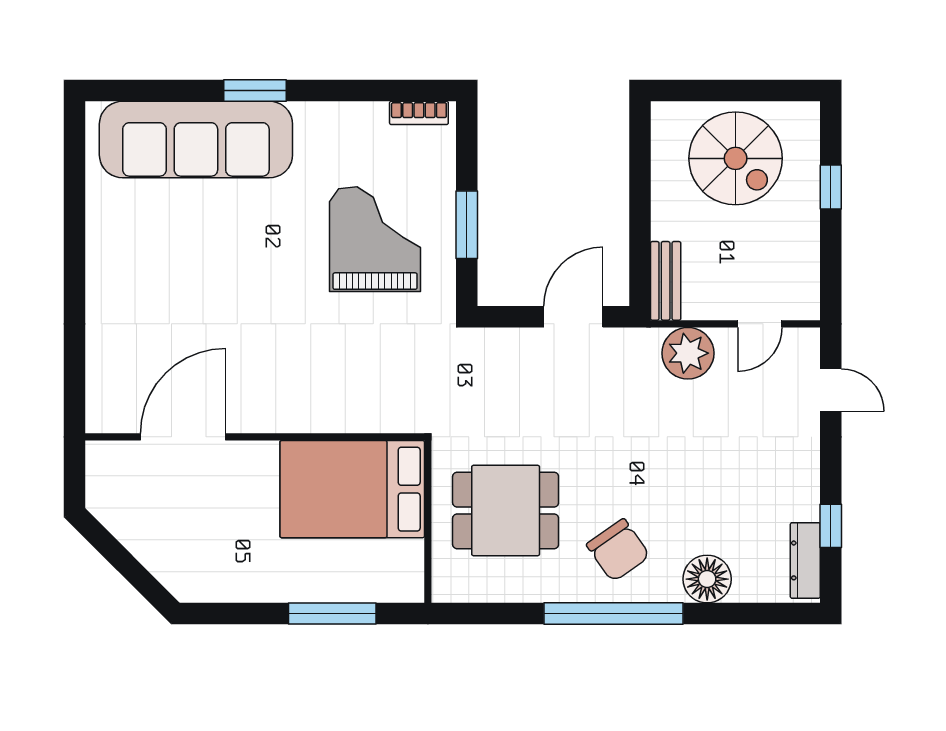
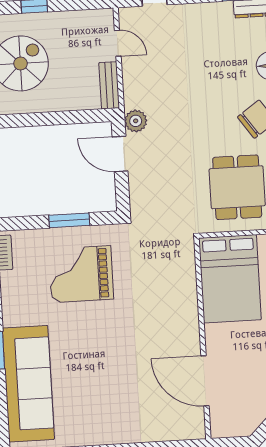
bench: (666, 281) -> (109, 85), moved, turned 90
plant: (688, 353) -> (136, 121), moved, width x0.73, depth x0.73

